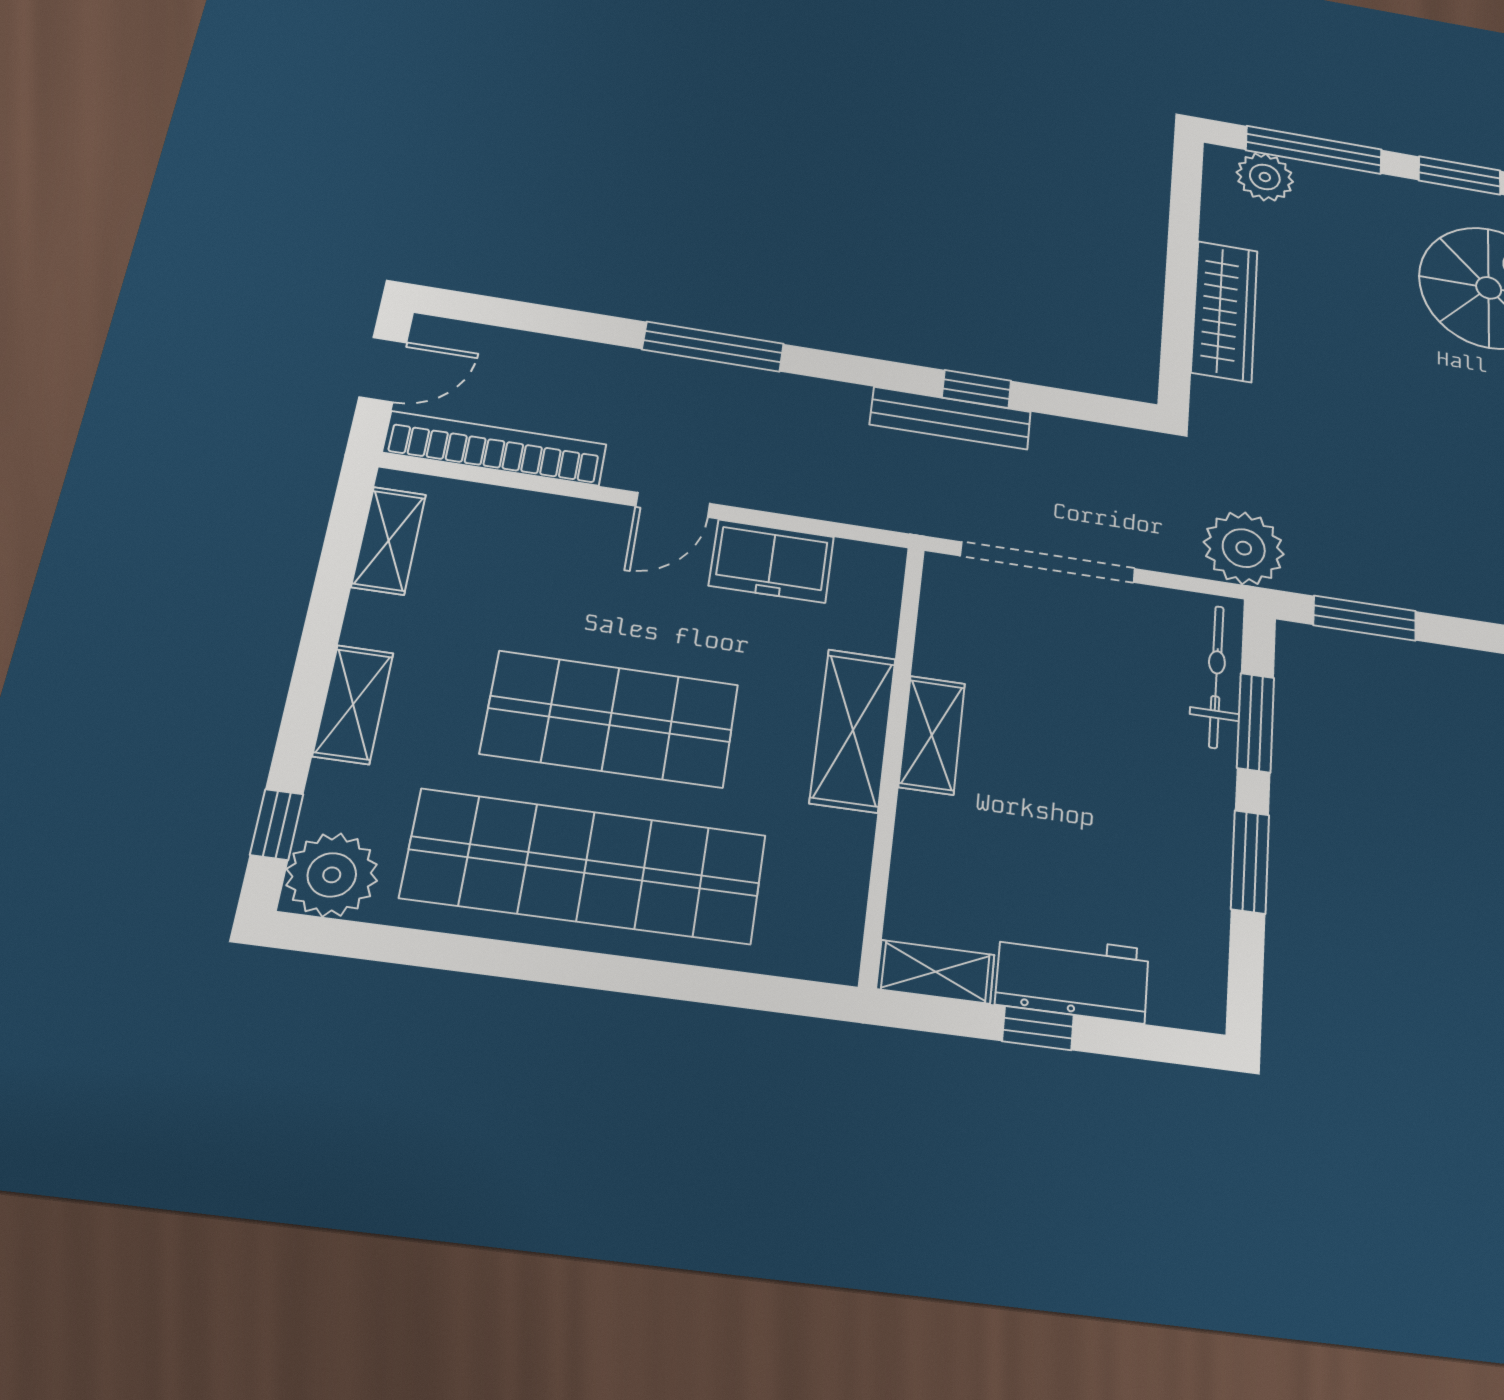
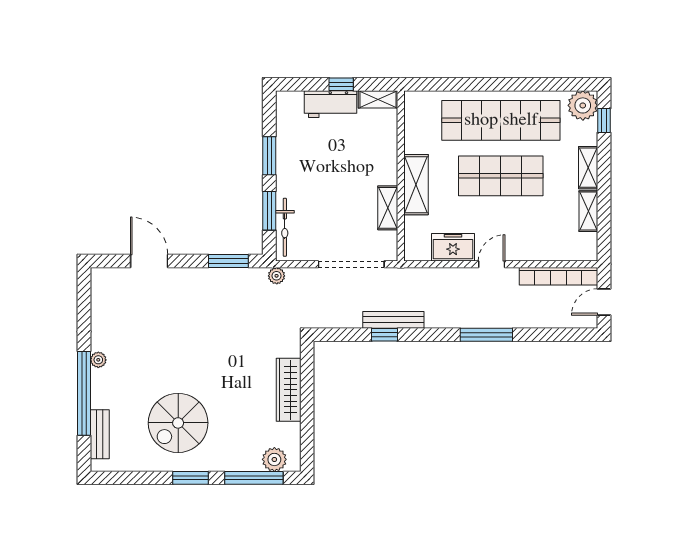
shelving: (389, 541) -> (588, 211), moved
plant: (1244, 548) -> (277, 276), width x0.53, depth x0.53
shelving: (932, 735) -> (388, 208), moved

